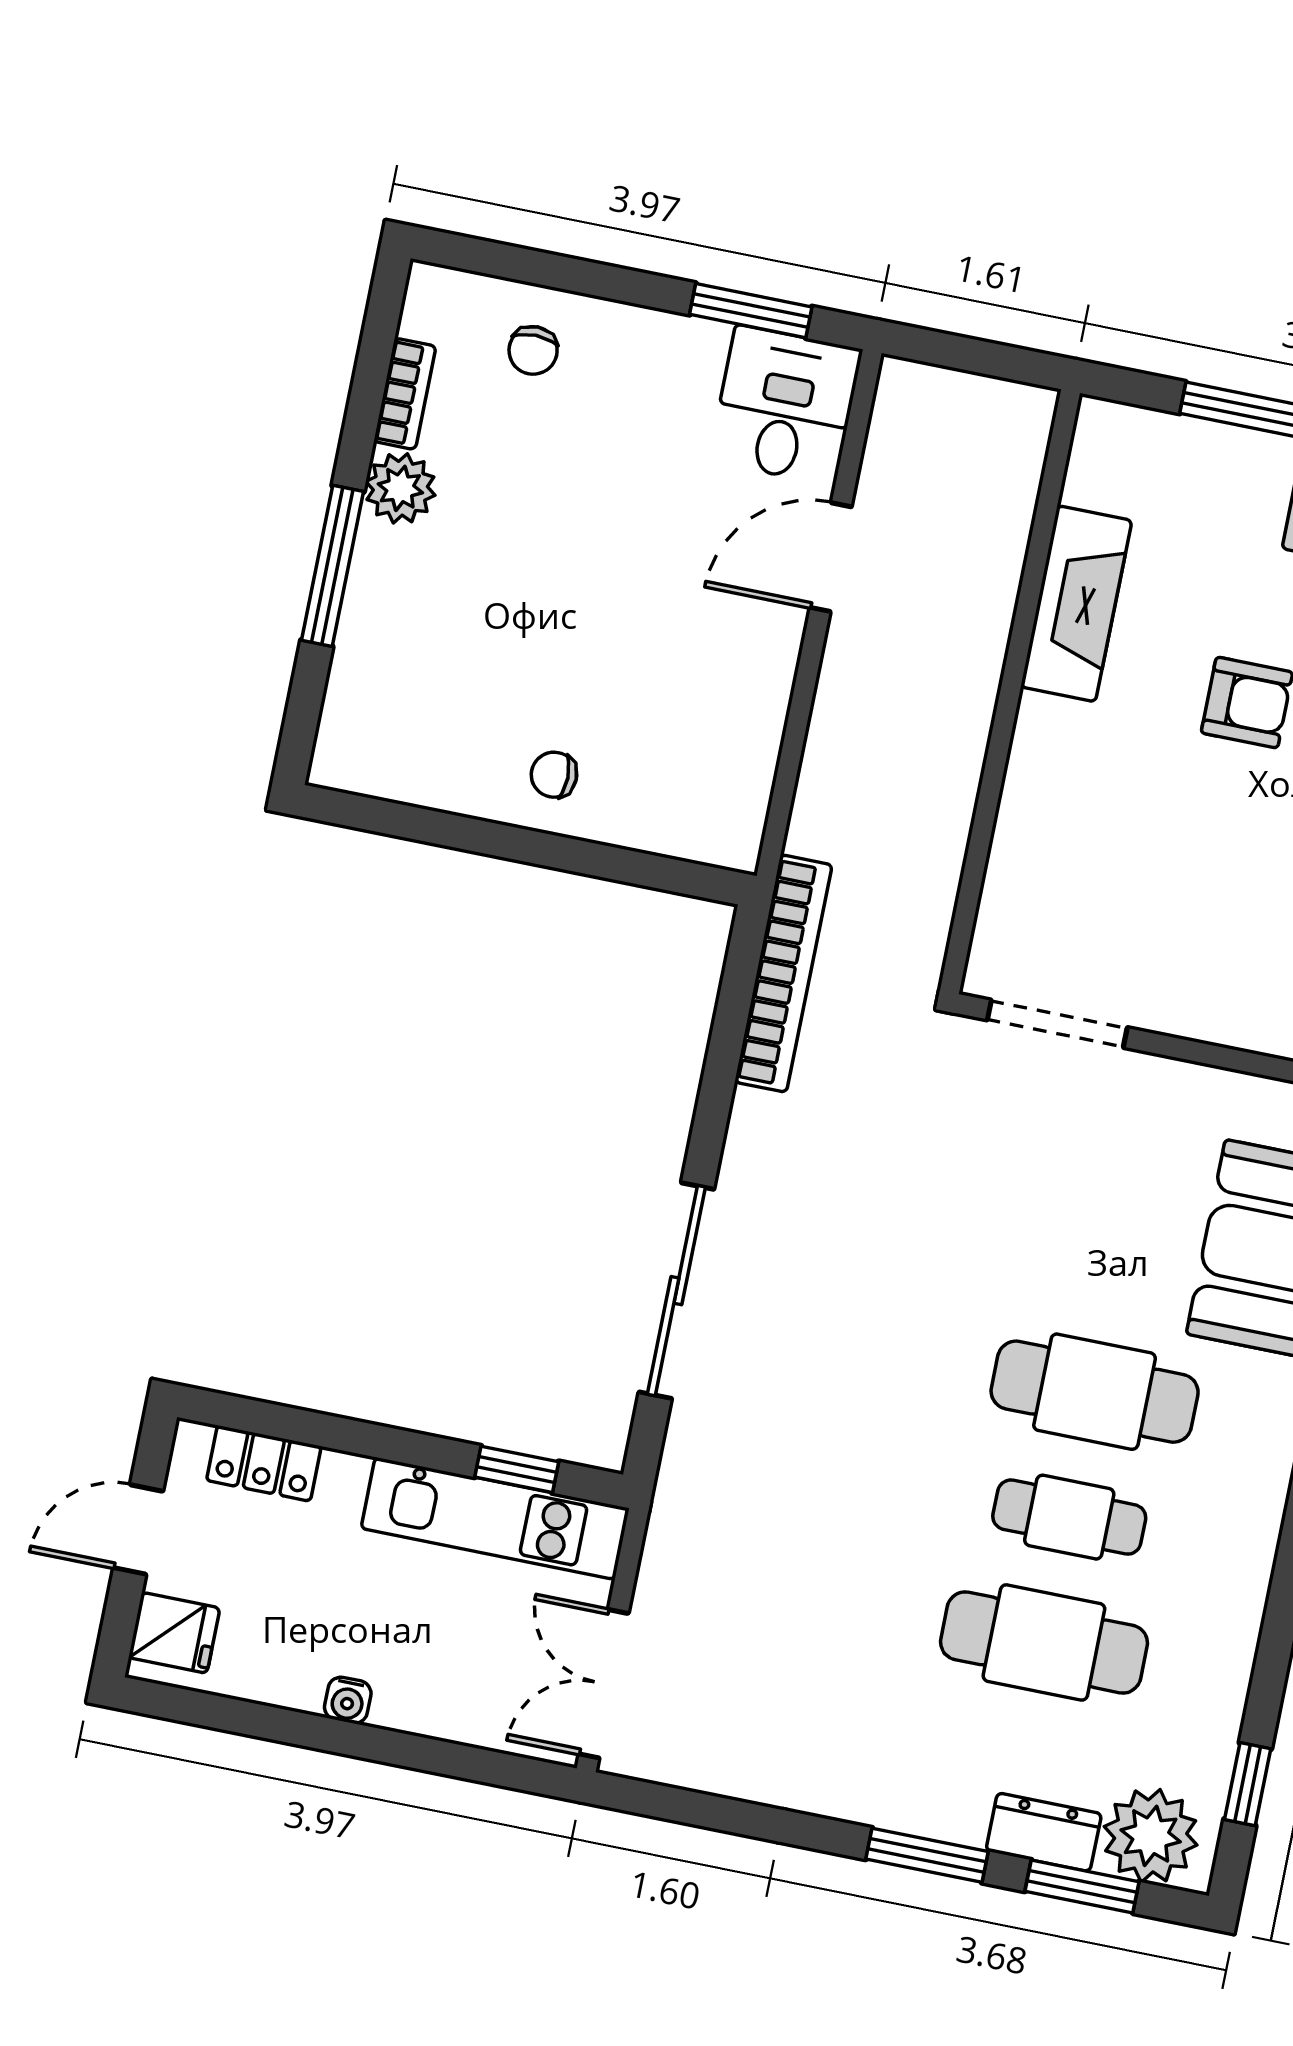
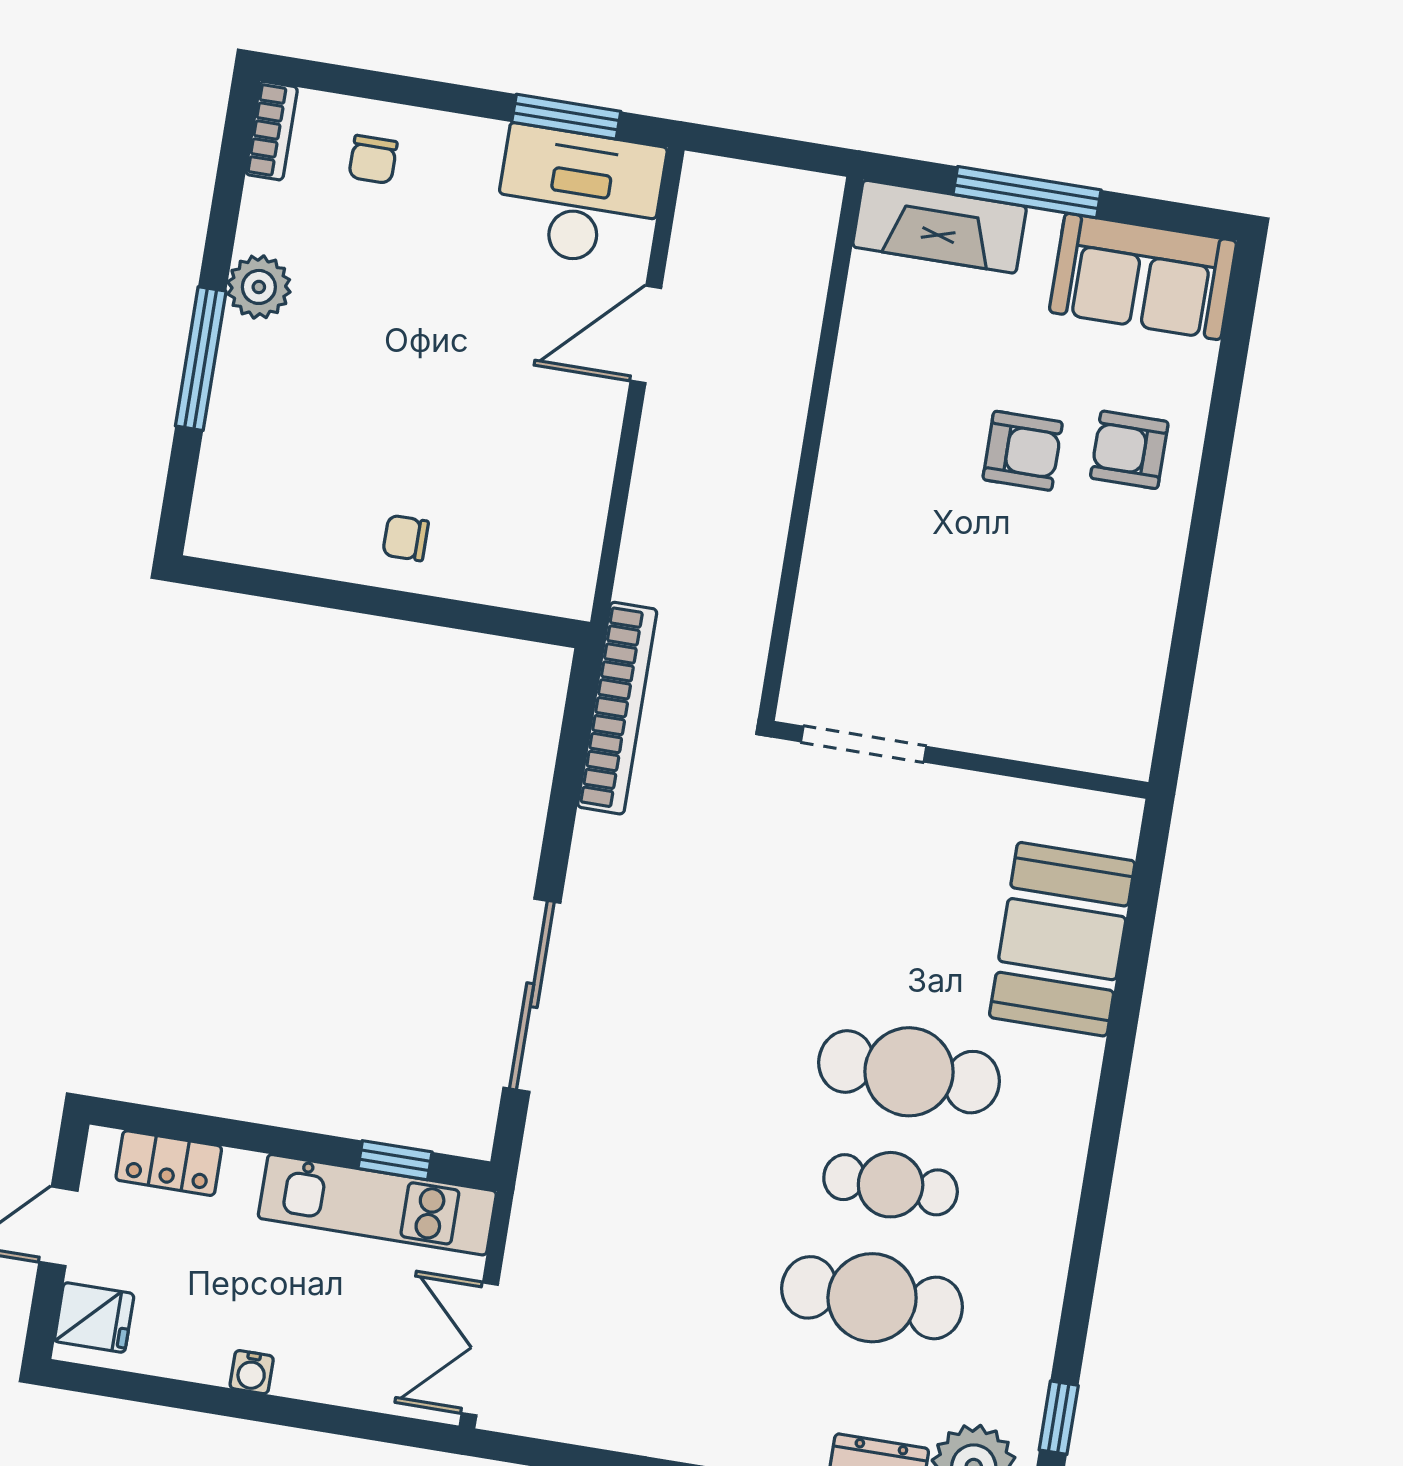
bookcase: (405, 394) -> (271, 131), moved
desk: (785, 405) -> (579, 197), width x1.37
fireplace: (1076, 604) -> (939, 227), moved, turned 90

